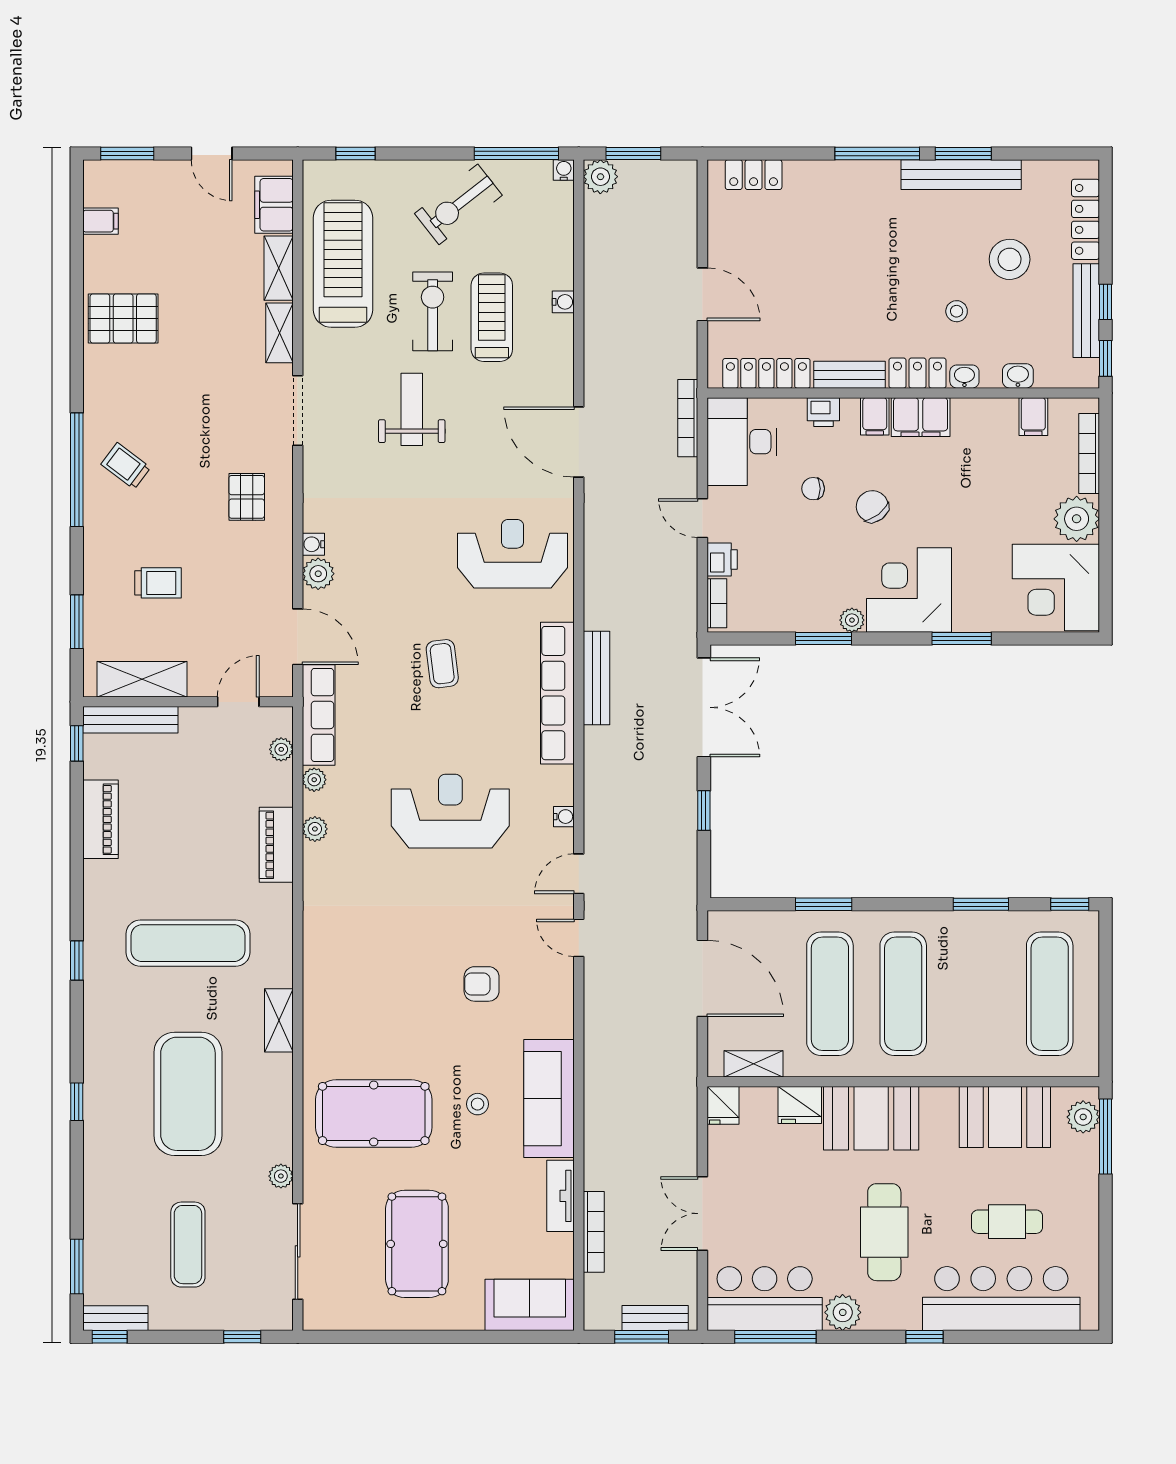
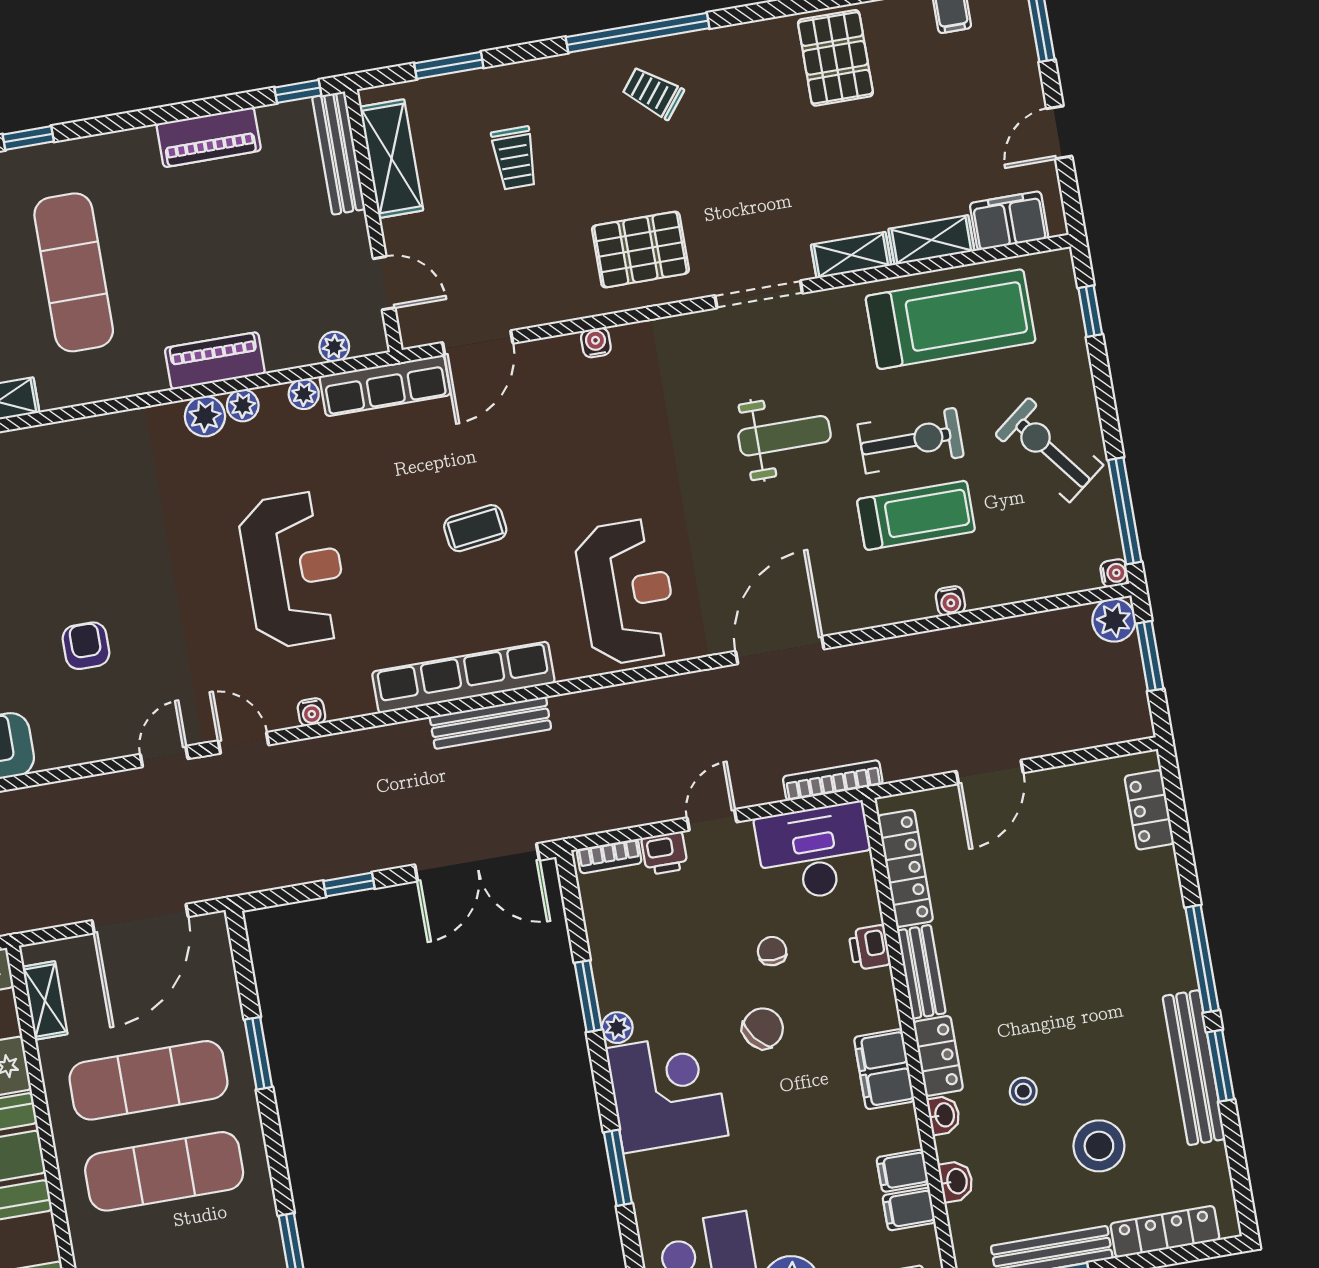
filing cabinet: (875, 416) -> (903, 1171), moved
trolley: (126, 466) -> (653, 93), turned -89
pallet: (247, 497) -> (640, 250), width x1.50, depth x1.42
plant: (318, 574) -> (205, 416), moved

